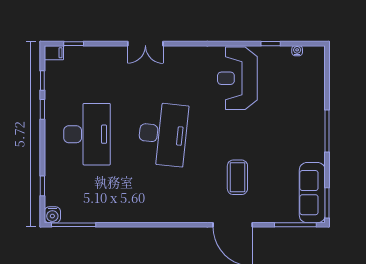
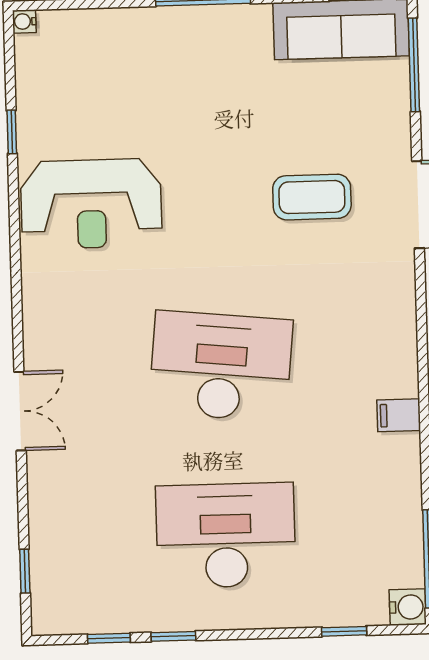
water cooler: (297, 51) -> (24, 21), moved
filing cabinet: (54, 53) -> (399, 415), moved, turned -90

